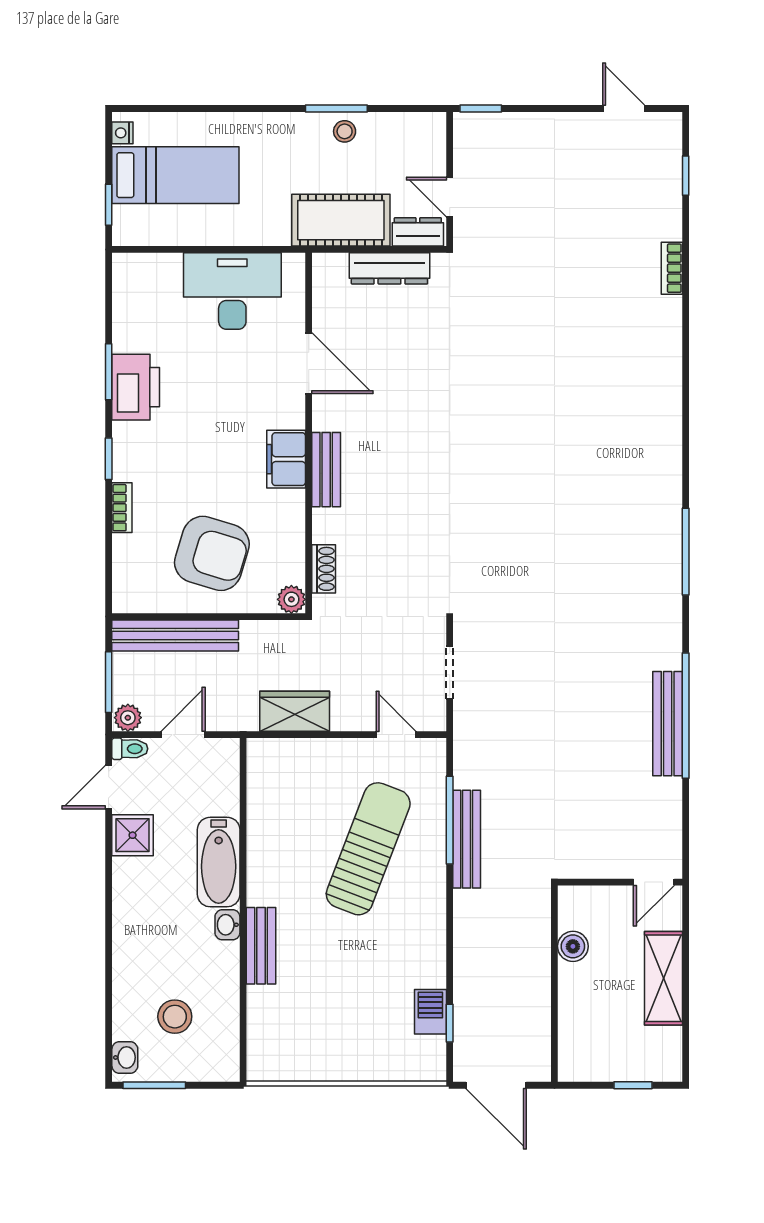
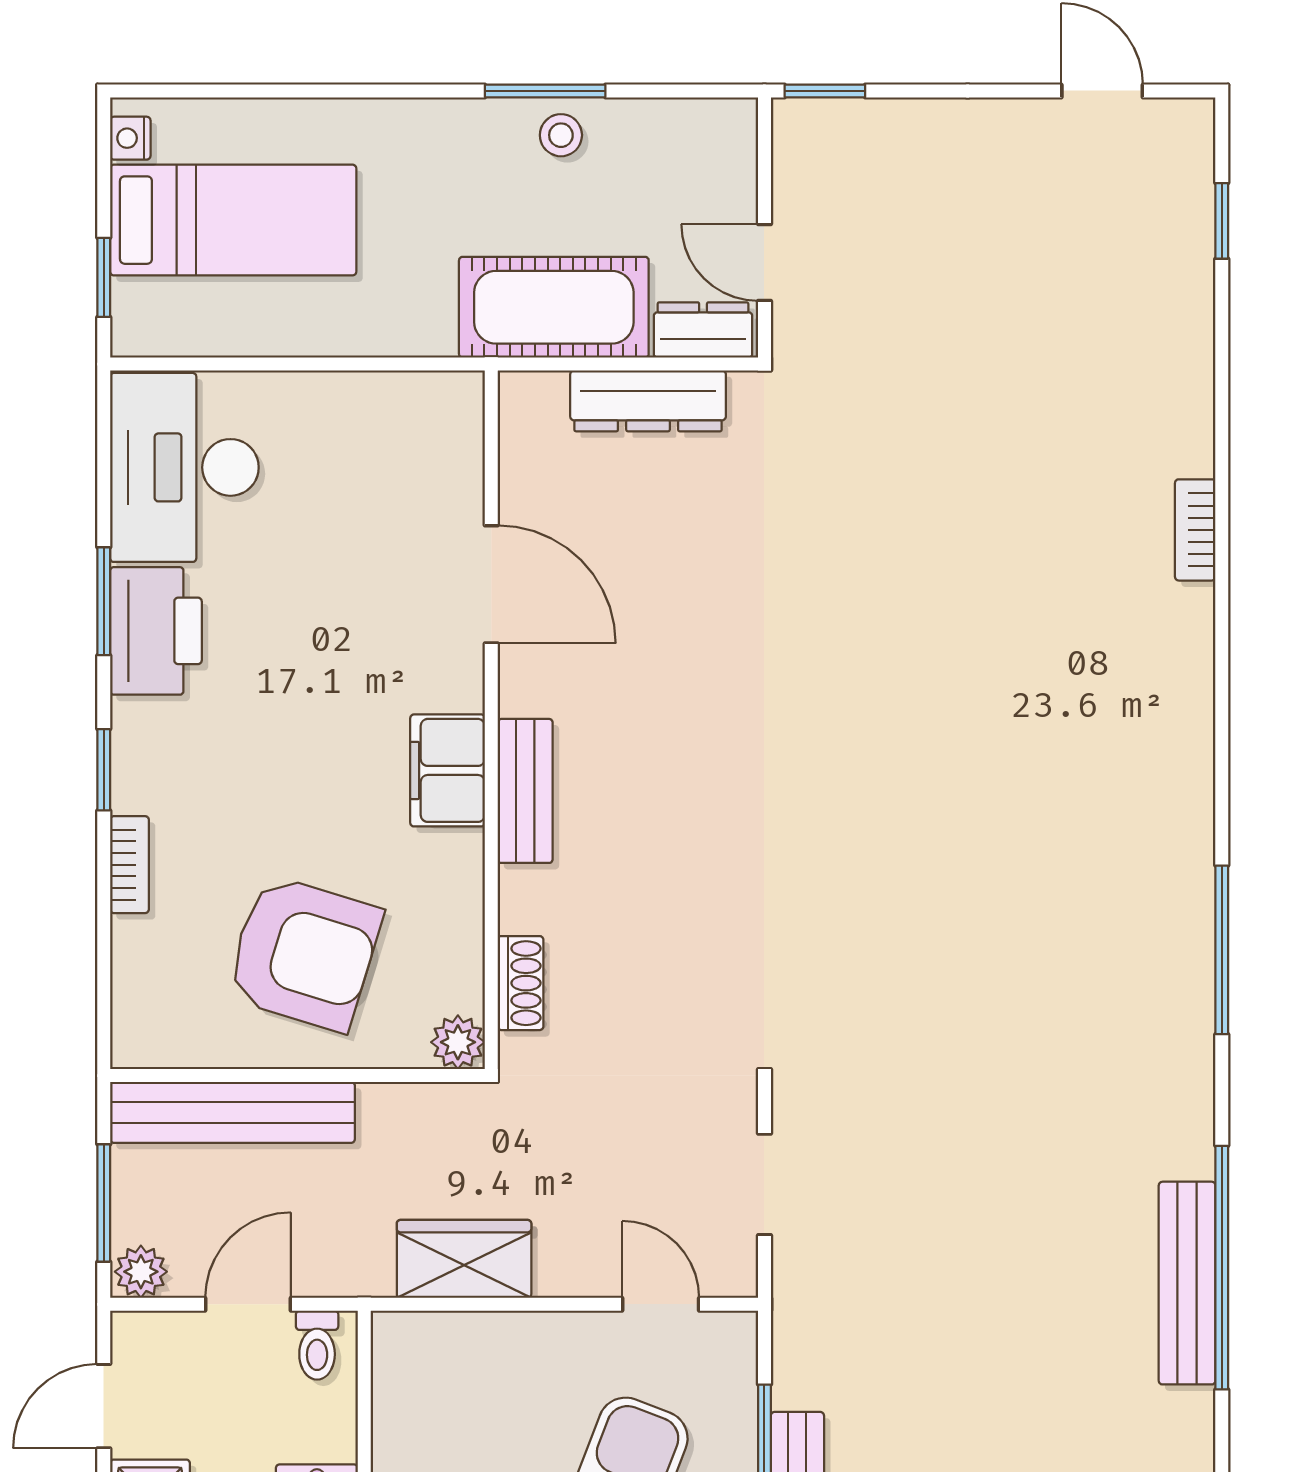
bookcase: (672, 268) -> (1195, 530), moved
desk: (232, 291) -> (184, 467), moved, turned -90
toilet: (130, 749) -> (317, 1345), moved, turned 90

